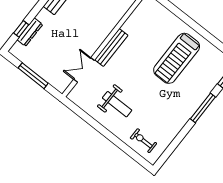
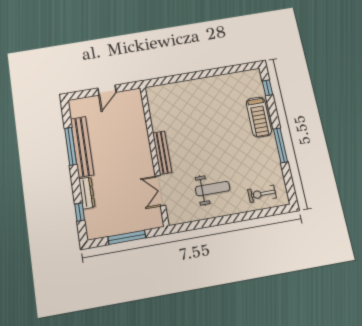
dresser: (30, 32) -> (87, 193), moved
treadmill: (177, 58) -> (259, 117), moved, width x0.73, depth x0.73
window: (203, 108) -> (280, 145), moved

